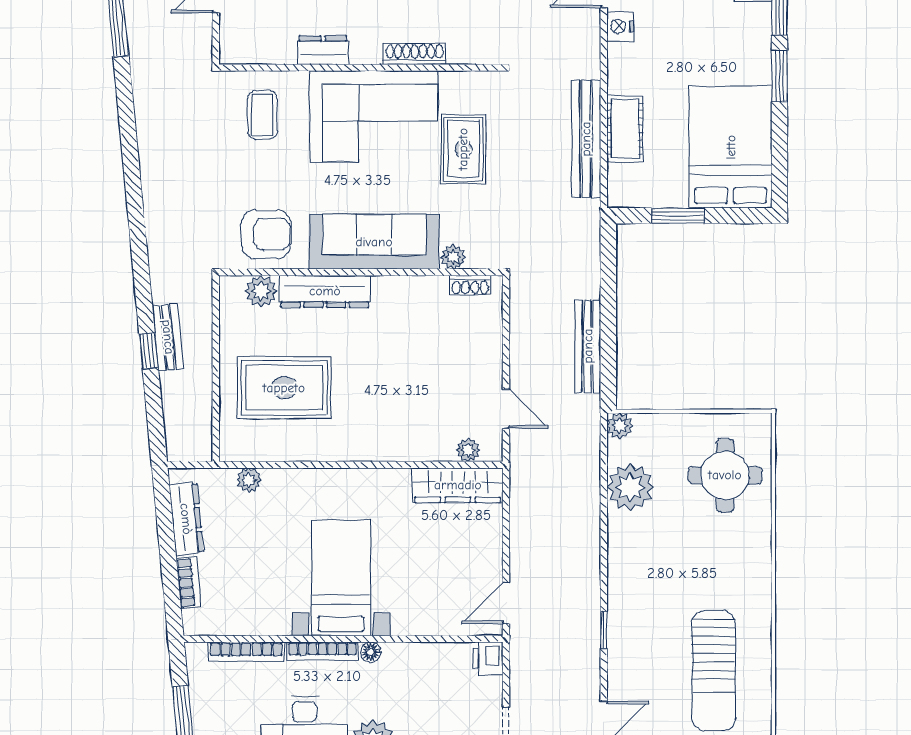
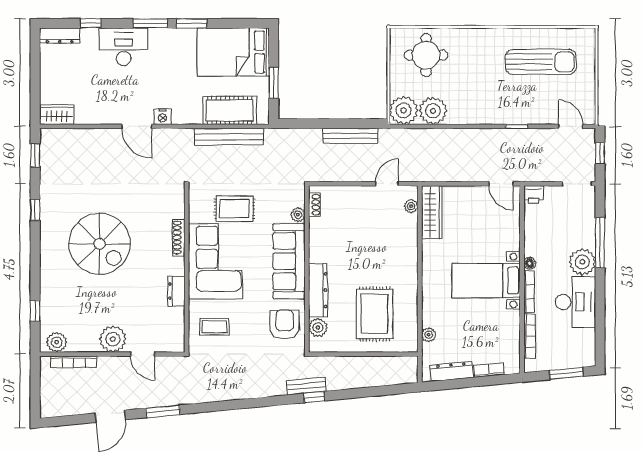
cot: (625, 129) -> (230, 110), width x1.37, depth x1.34
bench: (168, 337) -> (306, 386), moved
window: (149, 351) -> (314, 397), moved
plant: (620, 426) -> (404, 110), width x1.88, depth x1.88

